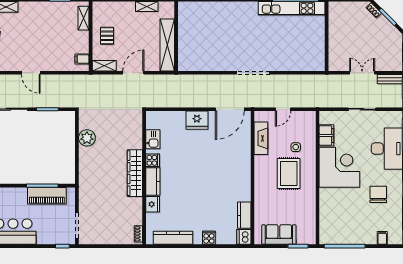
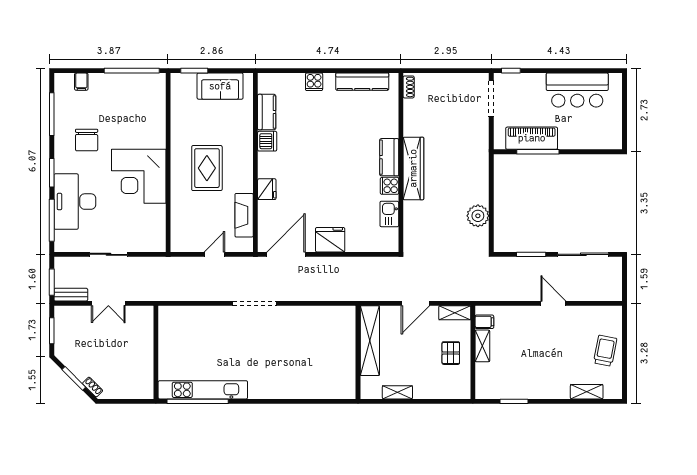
shelving: (84, 18) -> (482, 346), moved
filing cabinet: (326, 135) -> (156, 219), removed
side table: (296, 147) -> (197, 203), removed
fridge: (153, 204) -> (267, 189), moved, turned 180
dishwasher: (244, 237) -> (267, 141), moved

